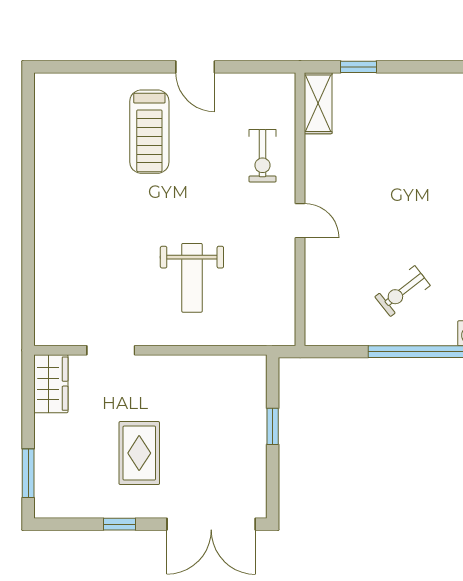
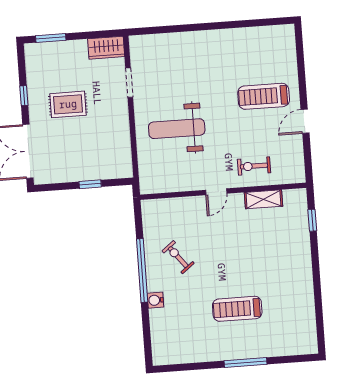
shelving: (318, 103) -> (263, 199), moved
weight bench: (192, 278) -> (177, 129), width x1.36, depth x1.33

